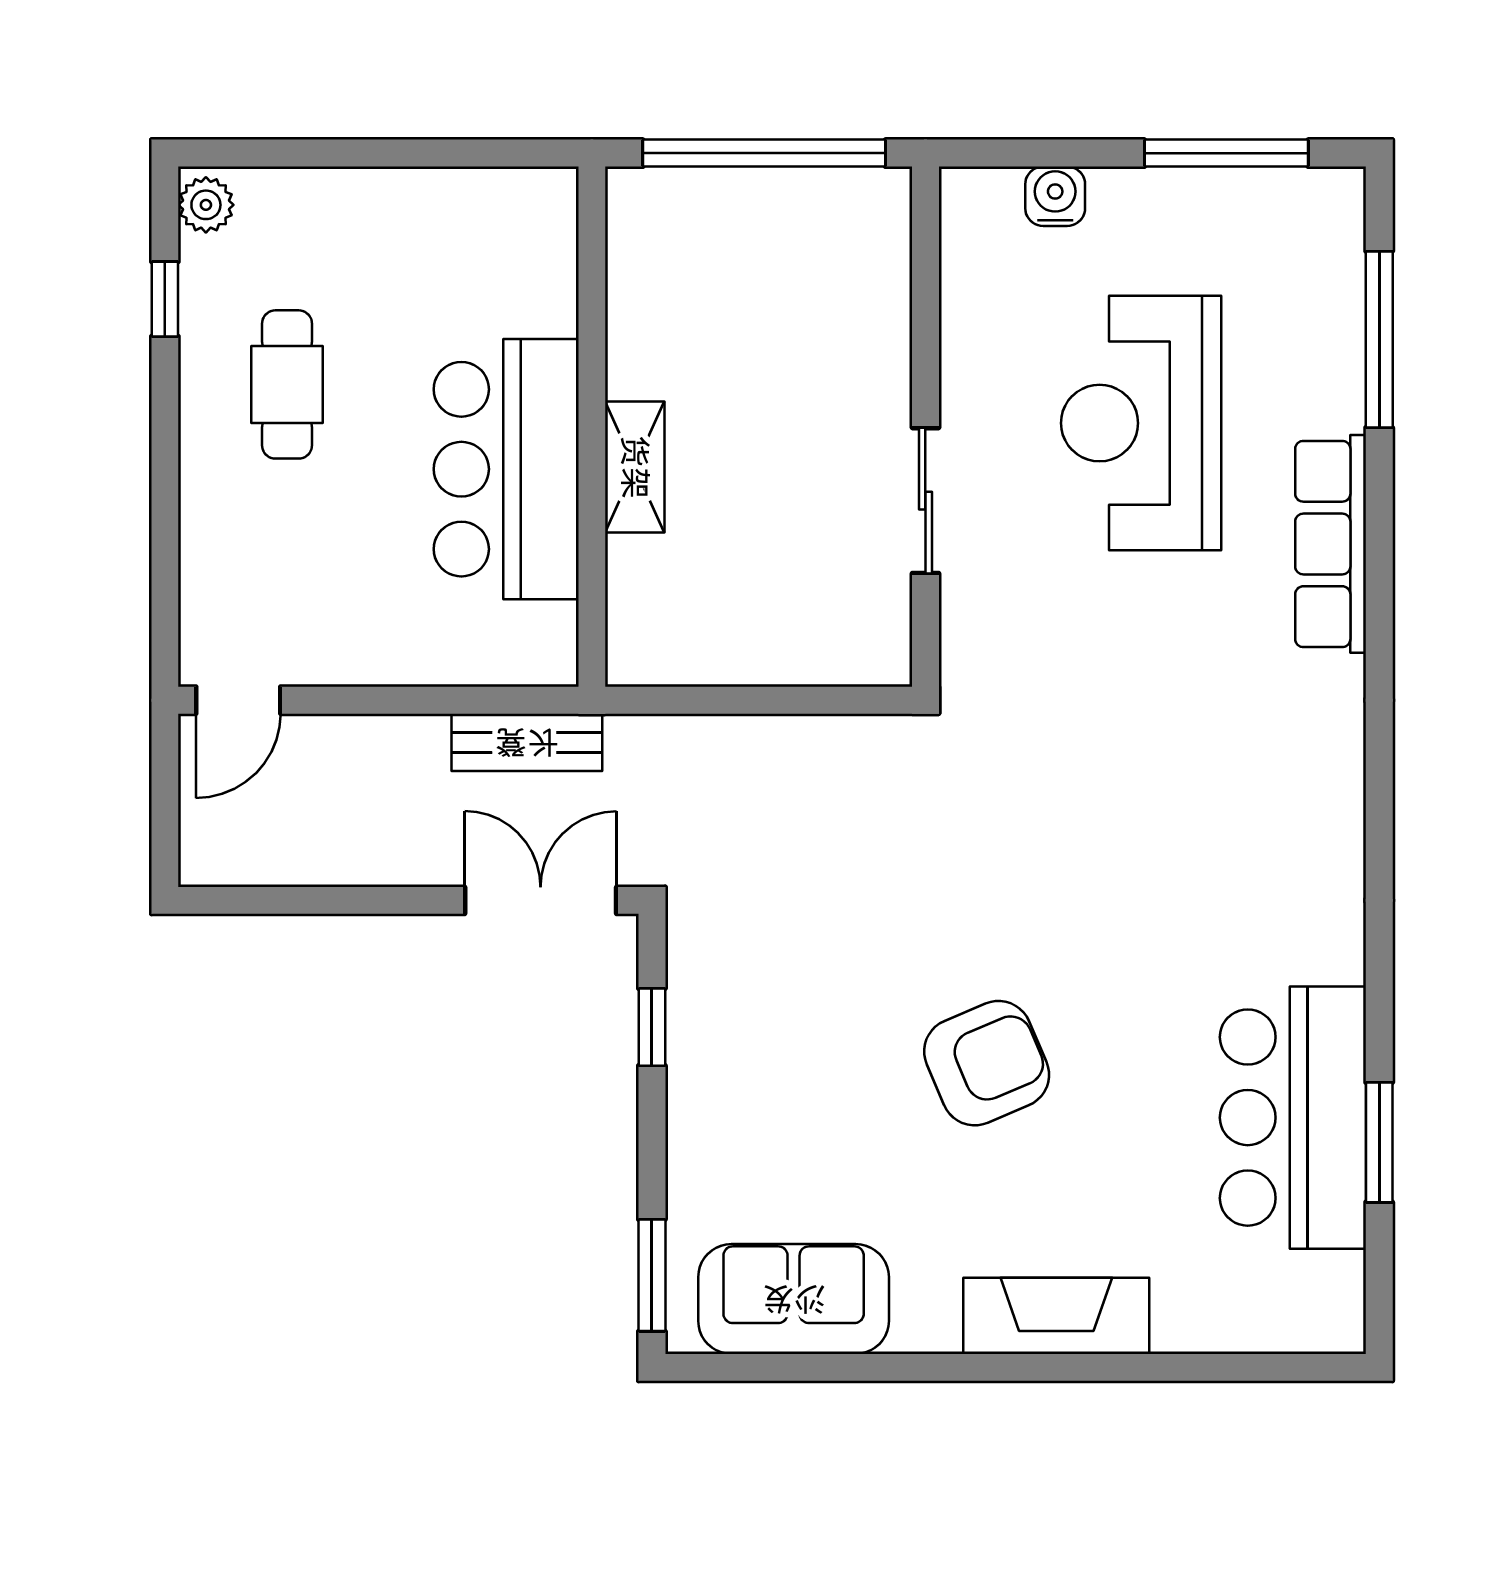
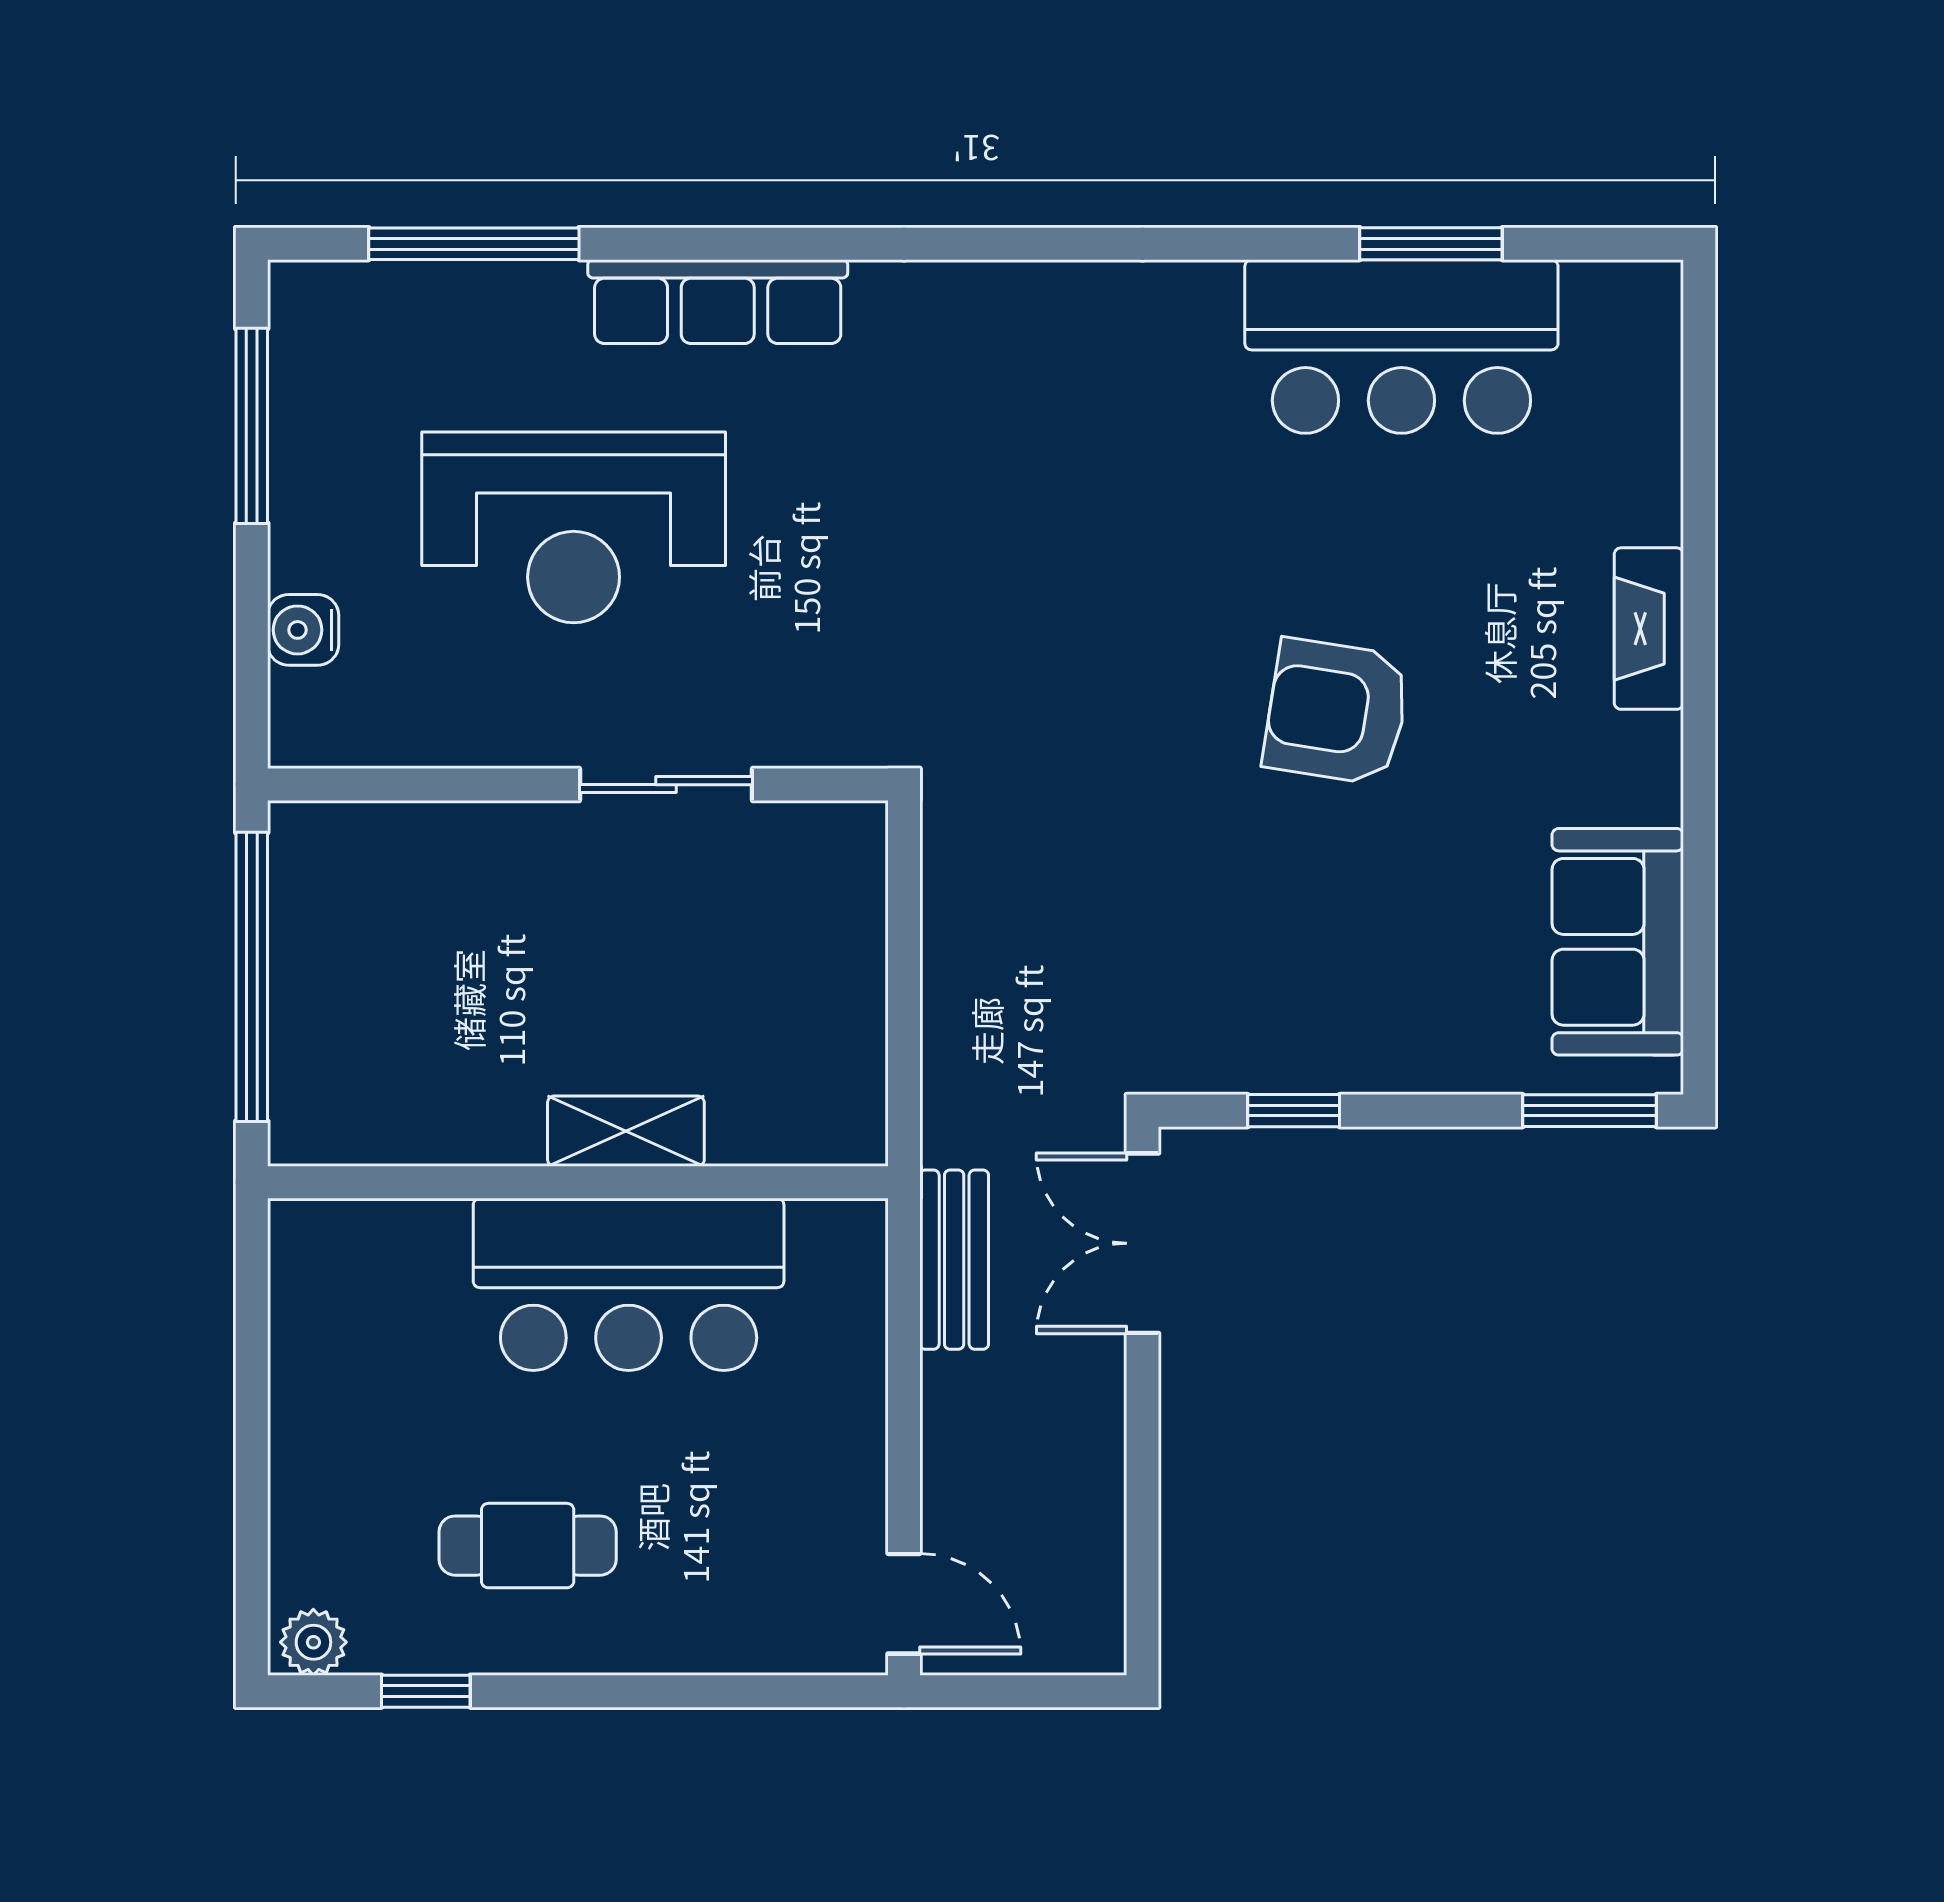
armchair: (987, 1063) -> (1337, 712), turned -58
fireplace: (1056, 1316) -> (1649, 629), width x0.73, depth x0.76

